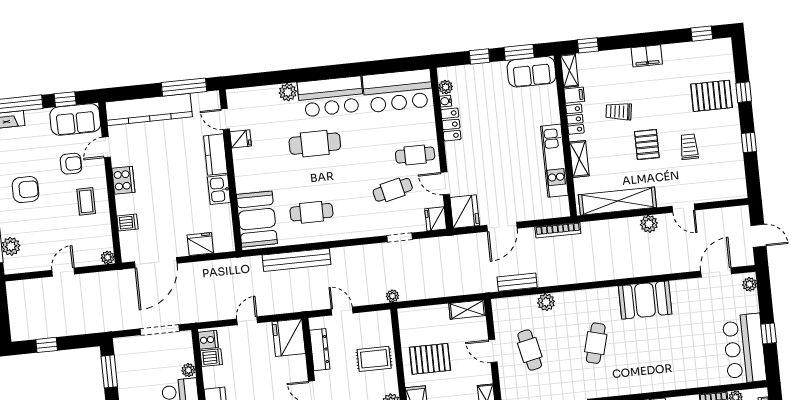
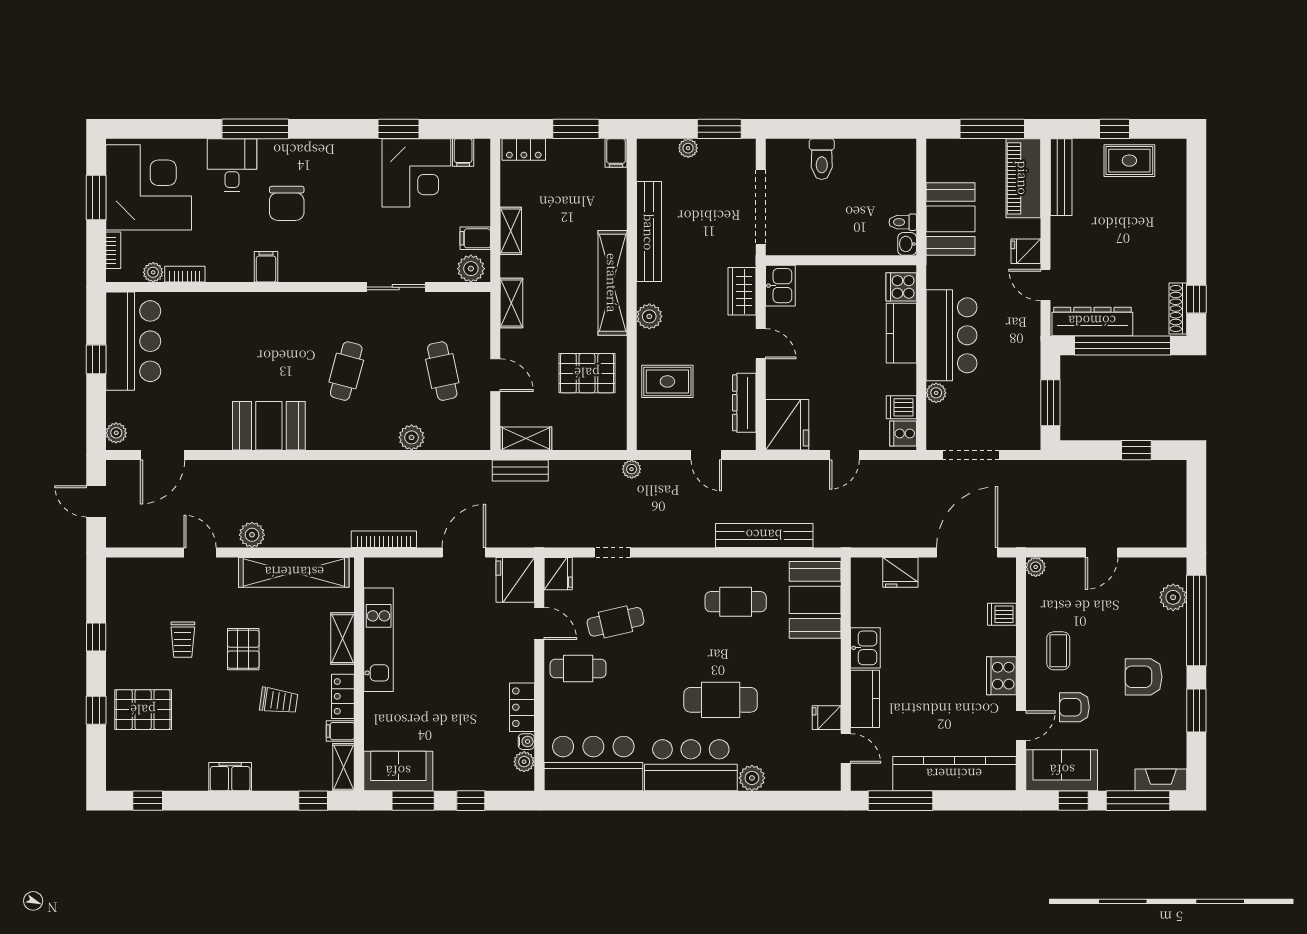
bench: (517, 282) -> (520, 471), moved

